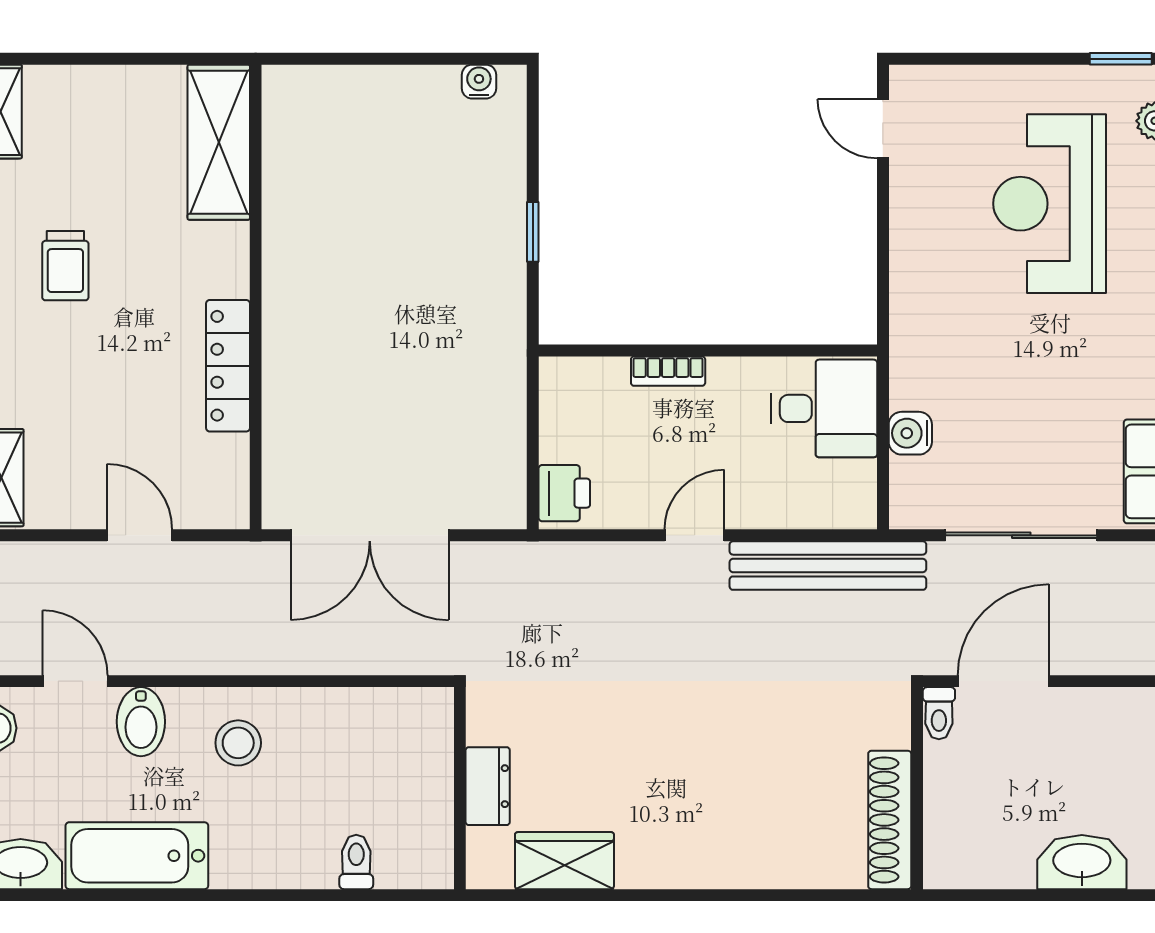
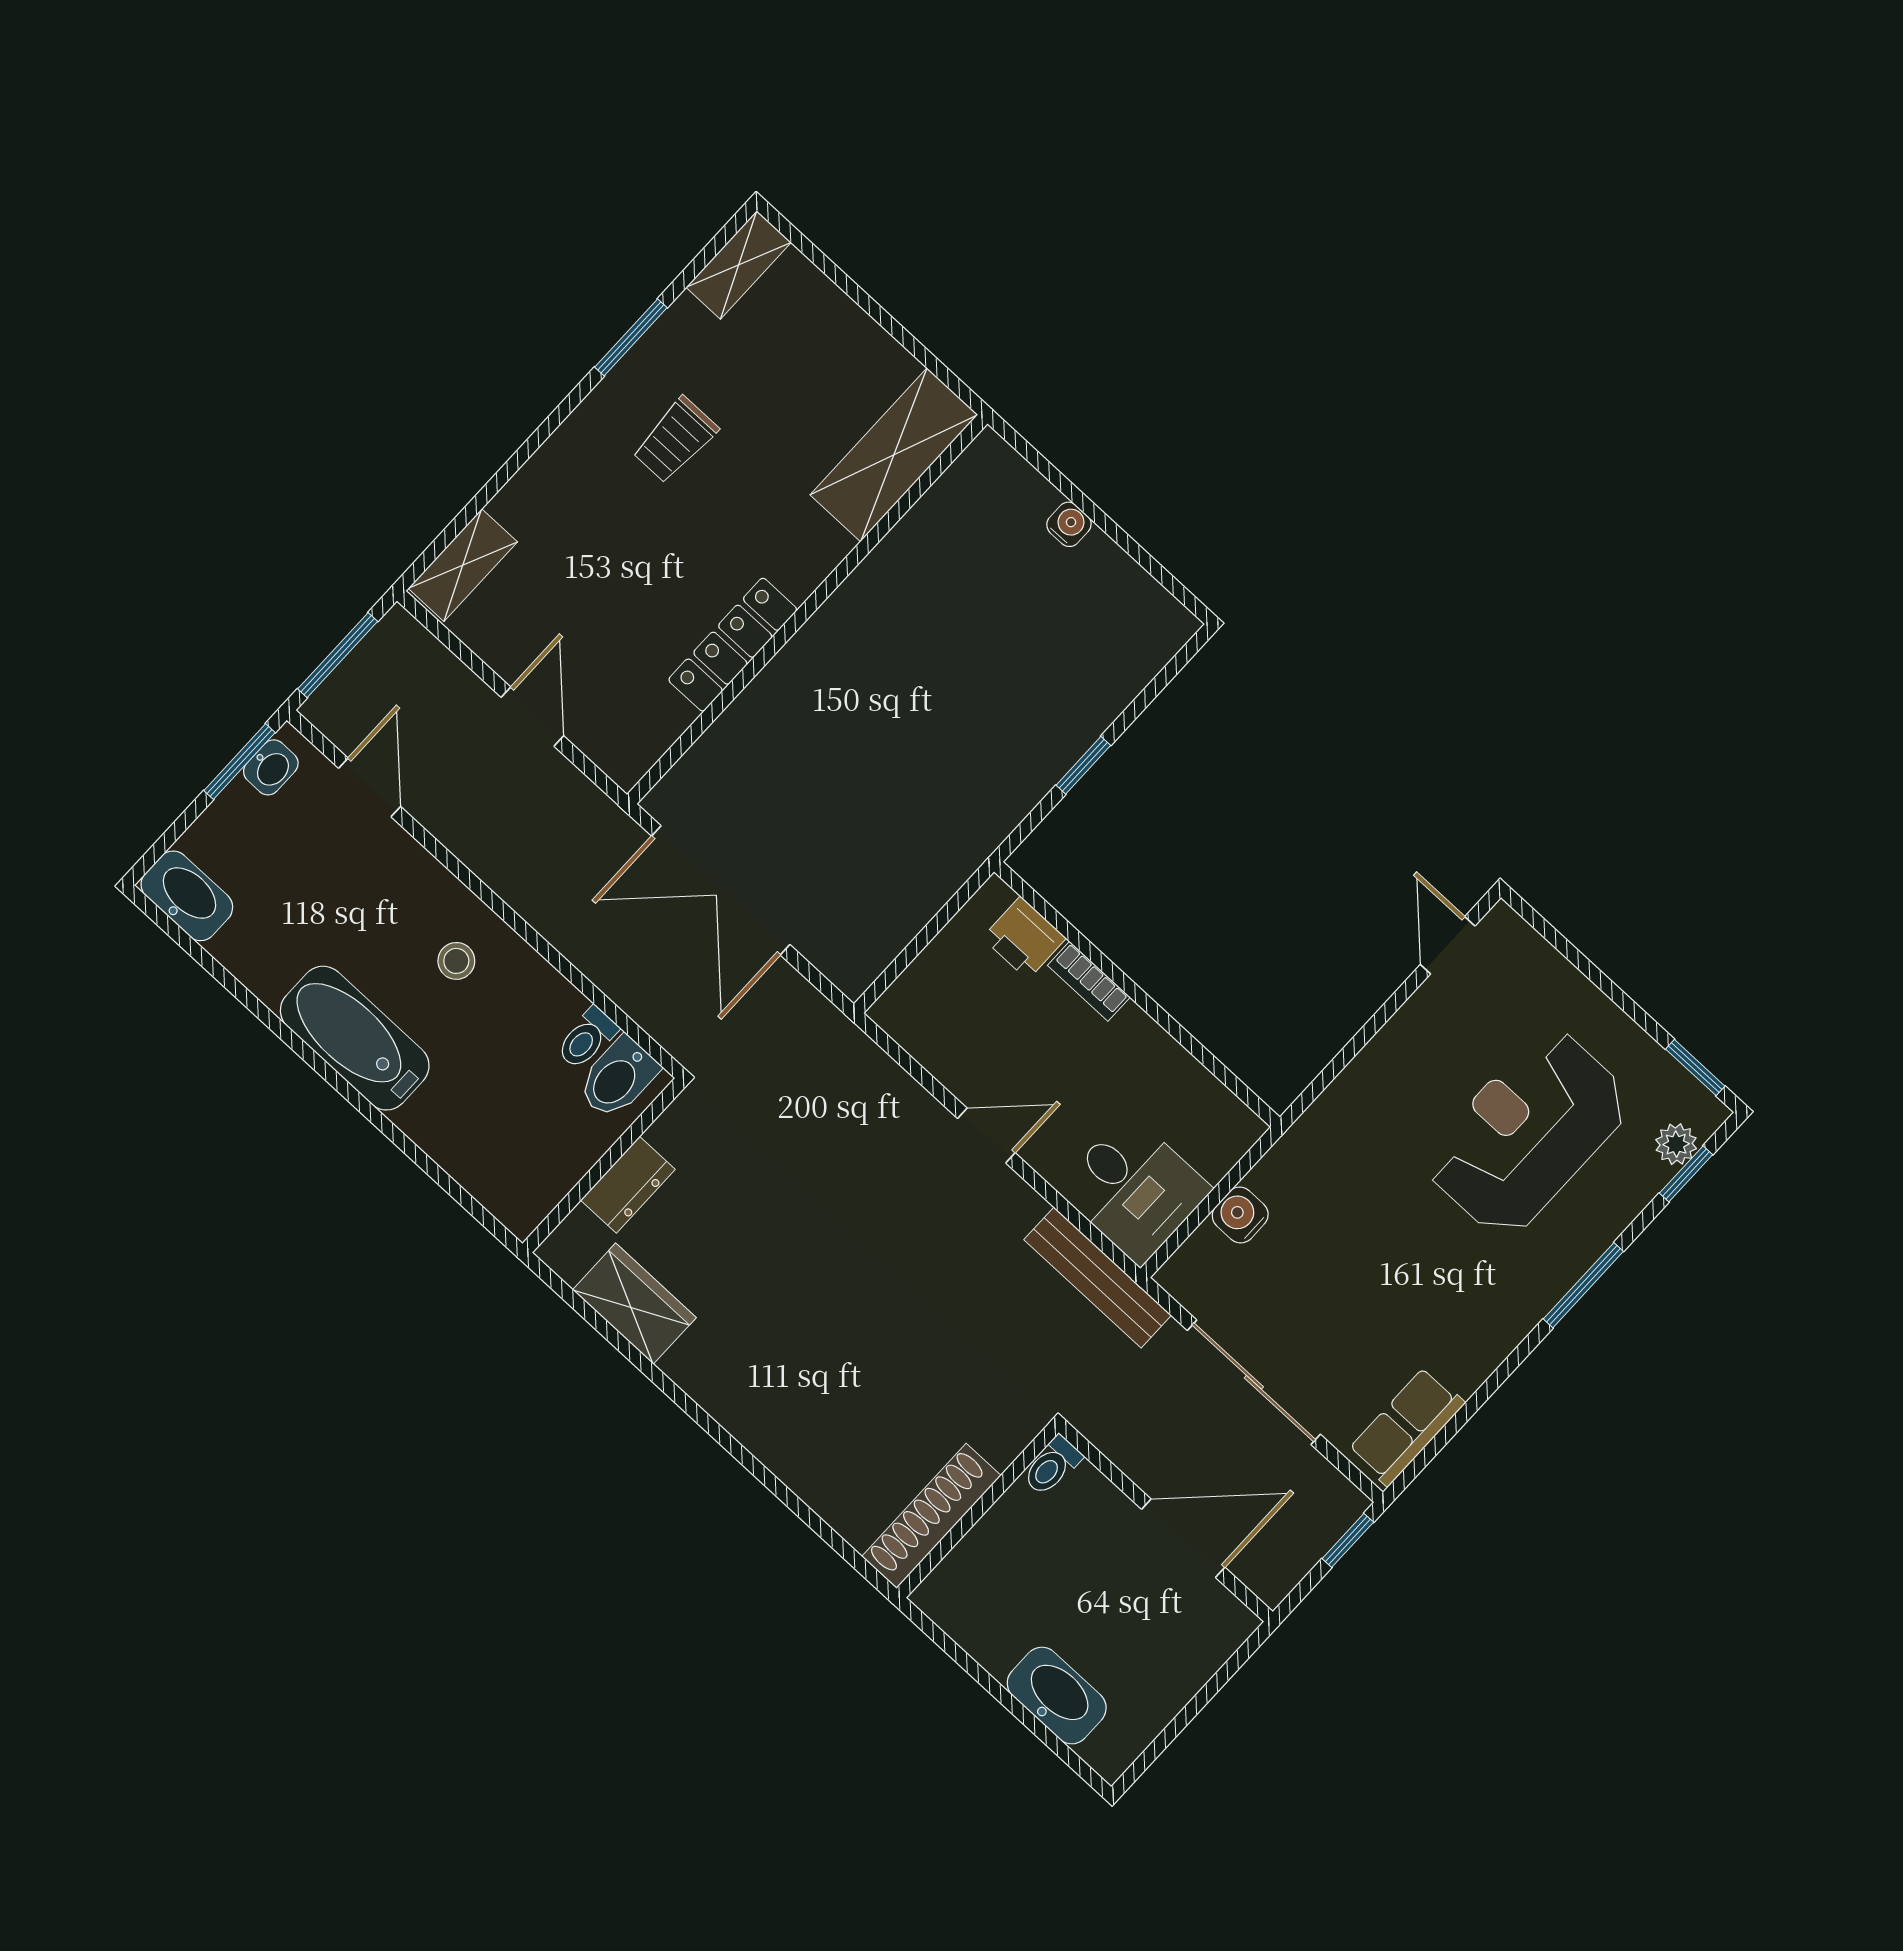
water cooler: (479, 82) -> (1069, 524), moved
desk: (824, 408) -> (1134, 1189), moved
printer: (564, 493) -> (1024, 938), moved, turned 90
bench: (828, 566) -> (1098, 1277), width x0.73, depth x0.82
door: (1003, 681) -> (1183, 1538), moved
bidet: (141, 722) -> (618, 1078), moved
stool: (238, 743) -> (456, 961), width x0.73, depth x0.73
bathtub: (137, 856) -> (355, 1038), moved
toilet: (356, 862) -> (587, 1038), moved, turned 180

